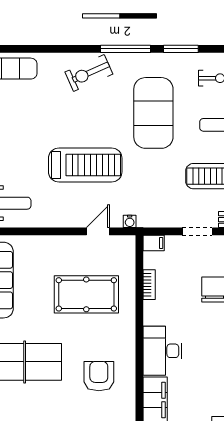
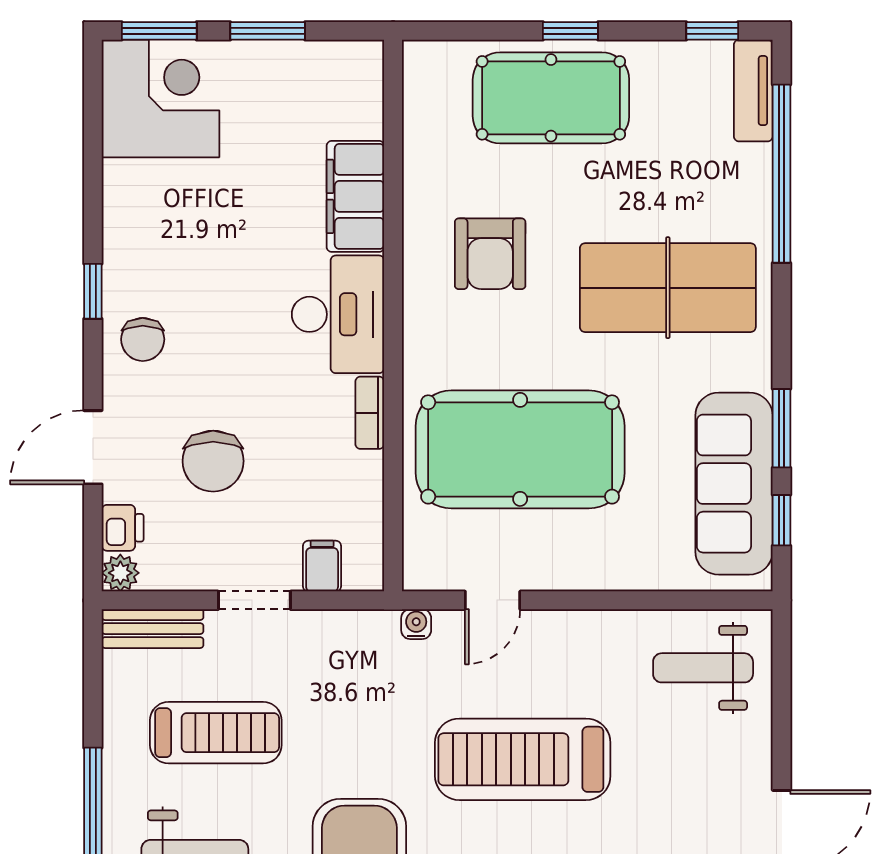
filing cabinet: (154, 243) -> (322, 566), moved, turned 90
bookcase: (149, 285) -> (370, 413), moved
pool table: (86, 294) -> (520, 449), width x1.36, depth x1.32

